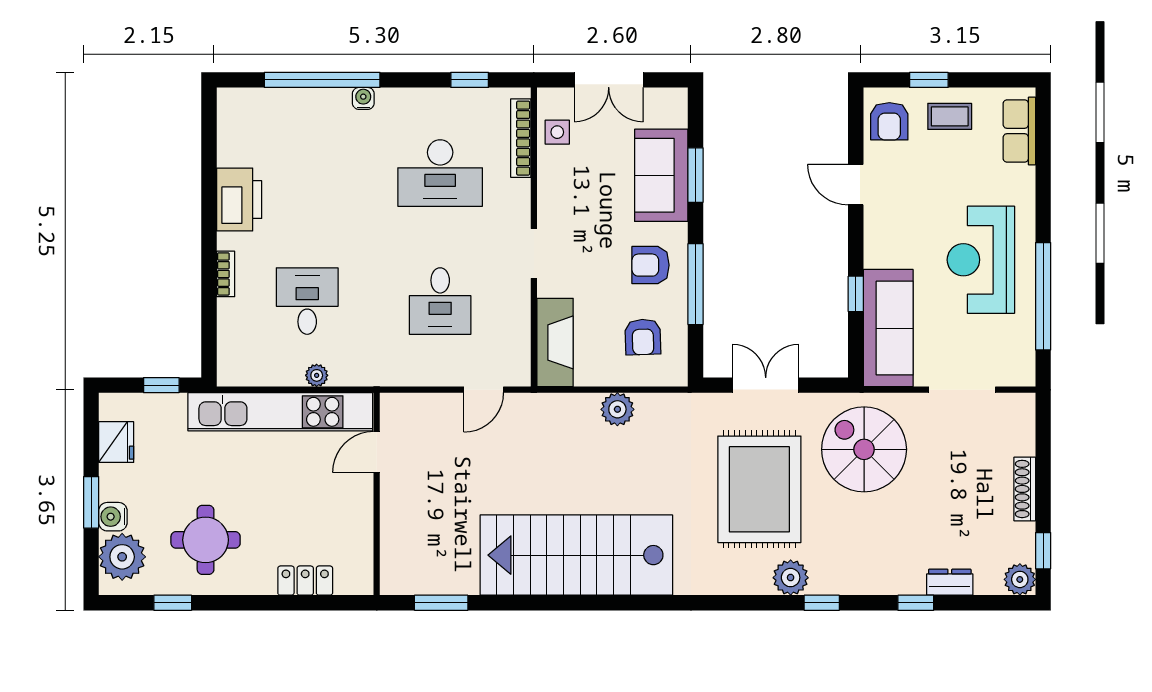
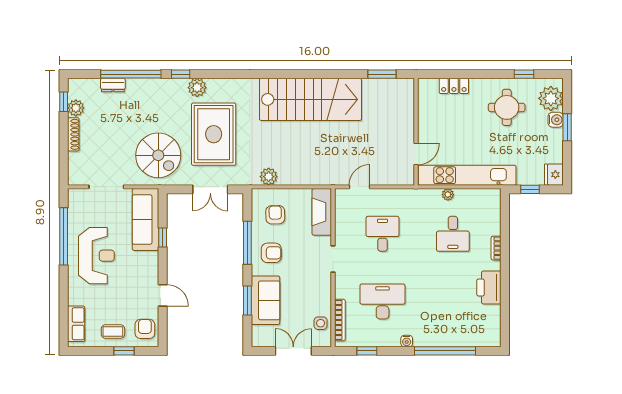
water cooler: (363, 98) -> (407, 341), moved
plant: (617, 409) -> (269, 177), moved
fridge: (116, 442) -> (554, 175), moved
plant: (1020, 579) -> (76, 108), moved
window: (916, 603) -> (131, 74), width x3.17

